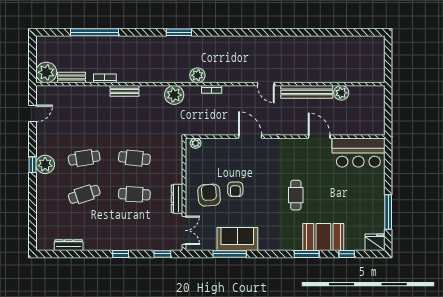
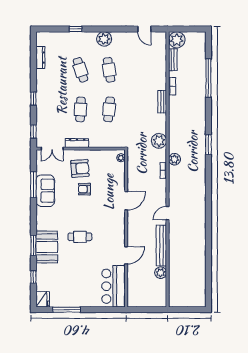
window: (33, 165) -> (76, 29), moved
booth: (323, 237) -> (47, 247), moved

